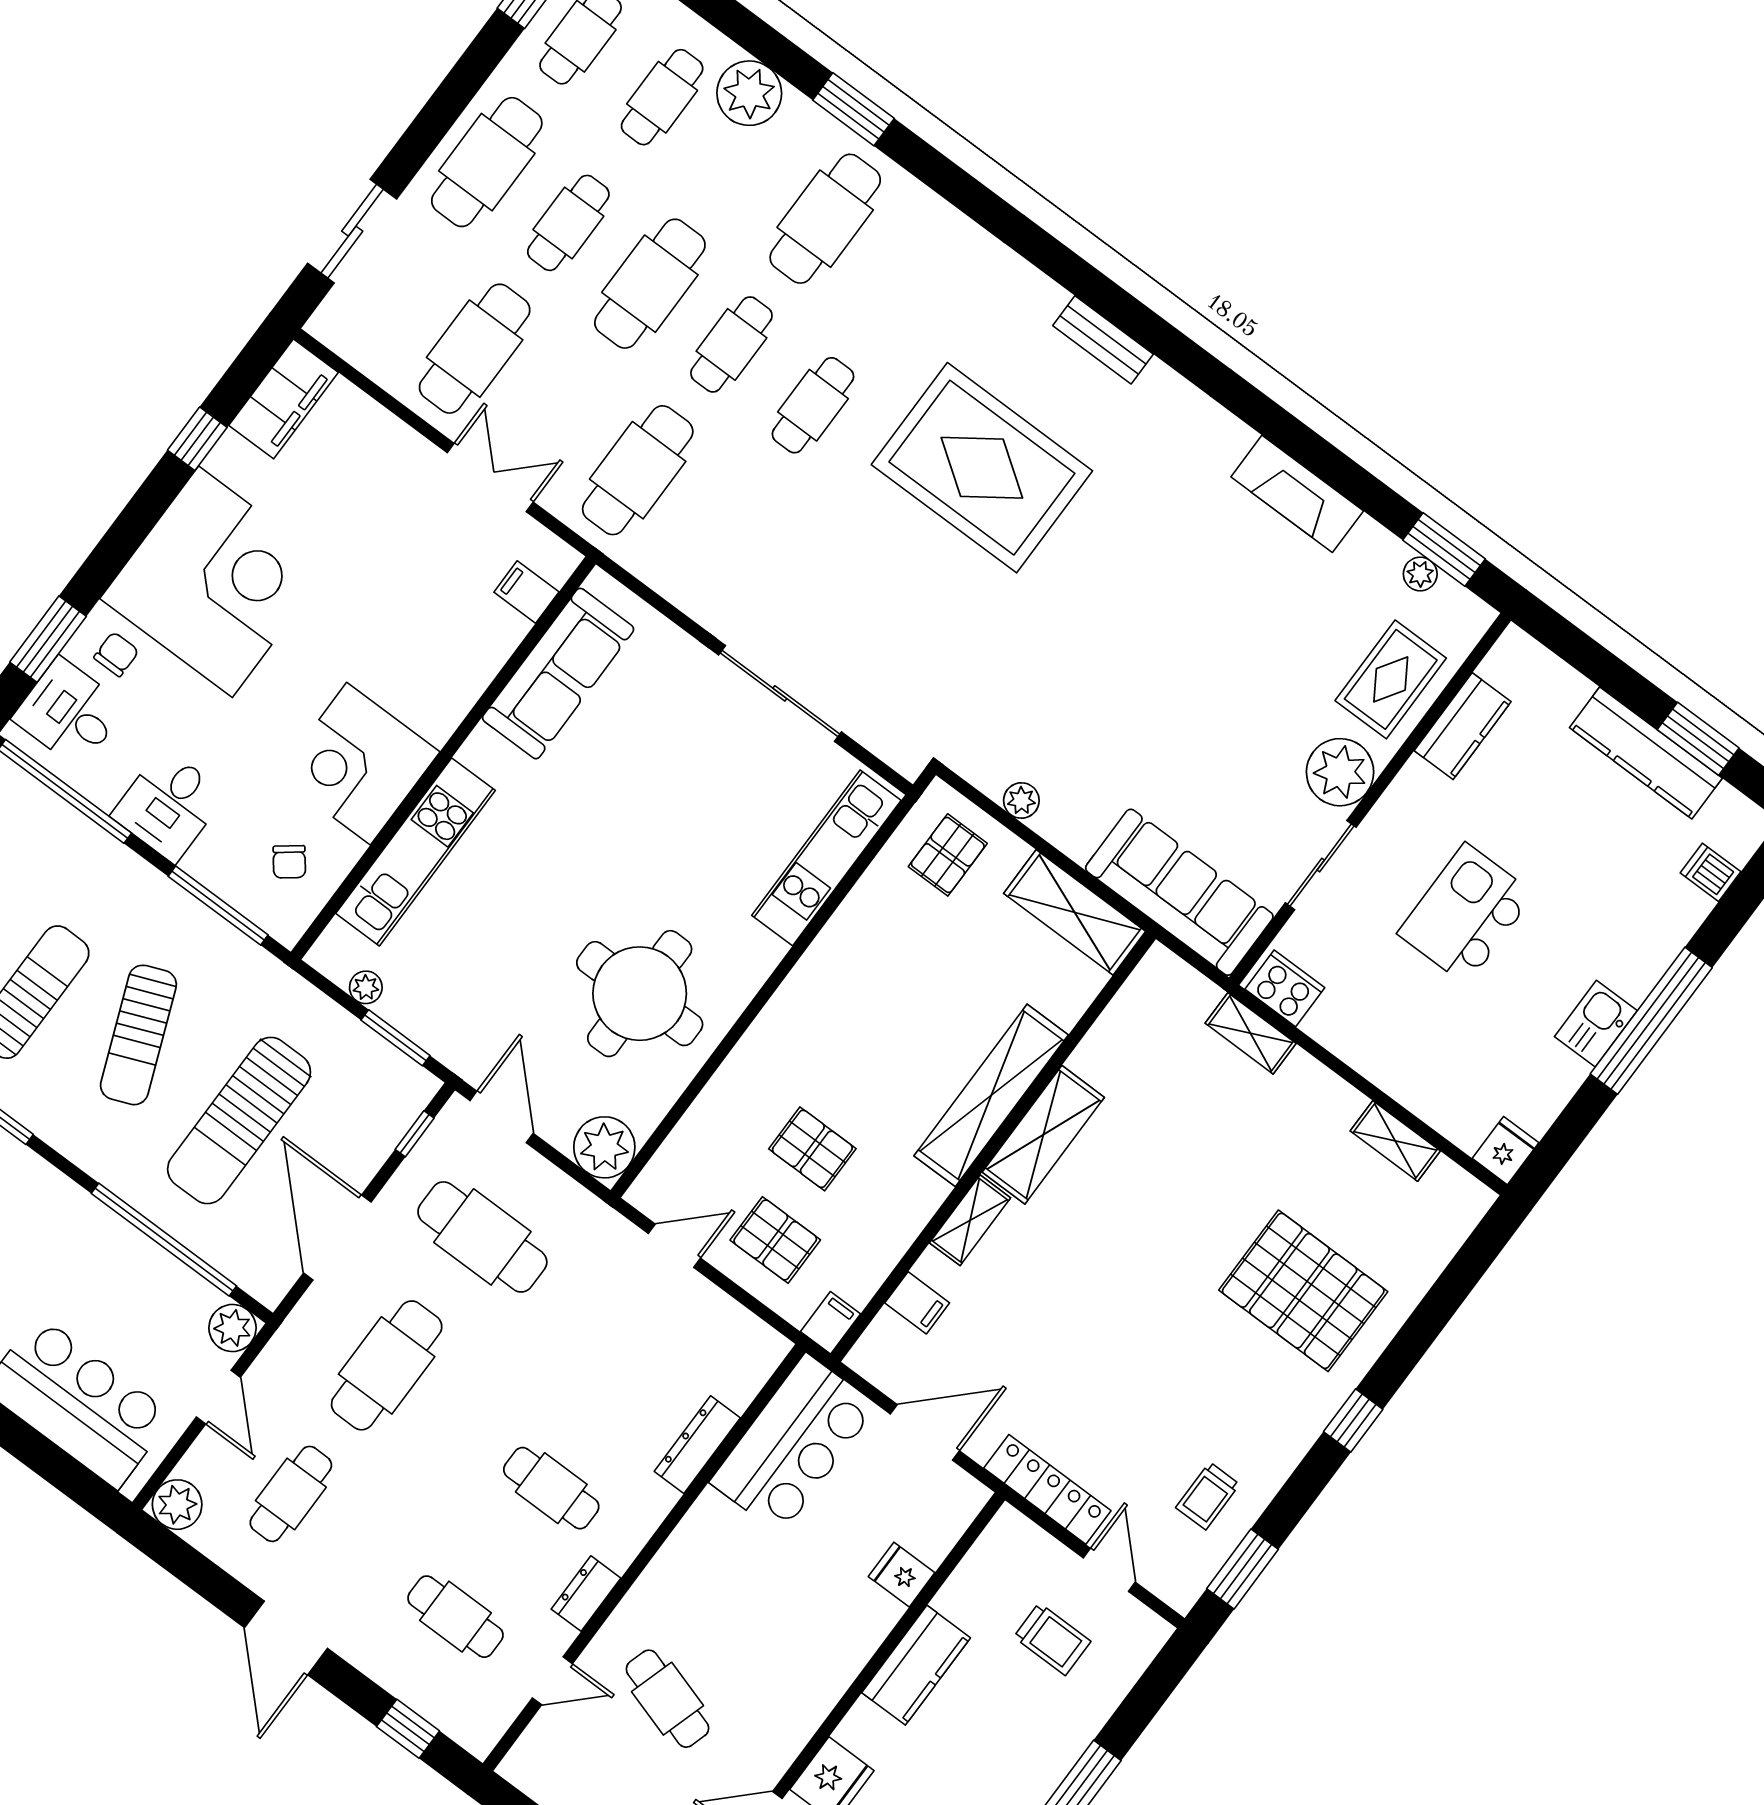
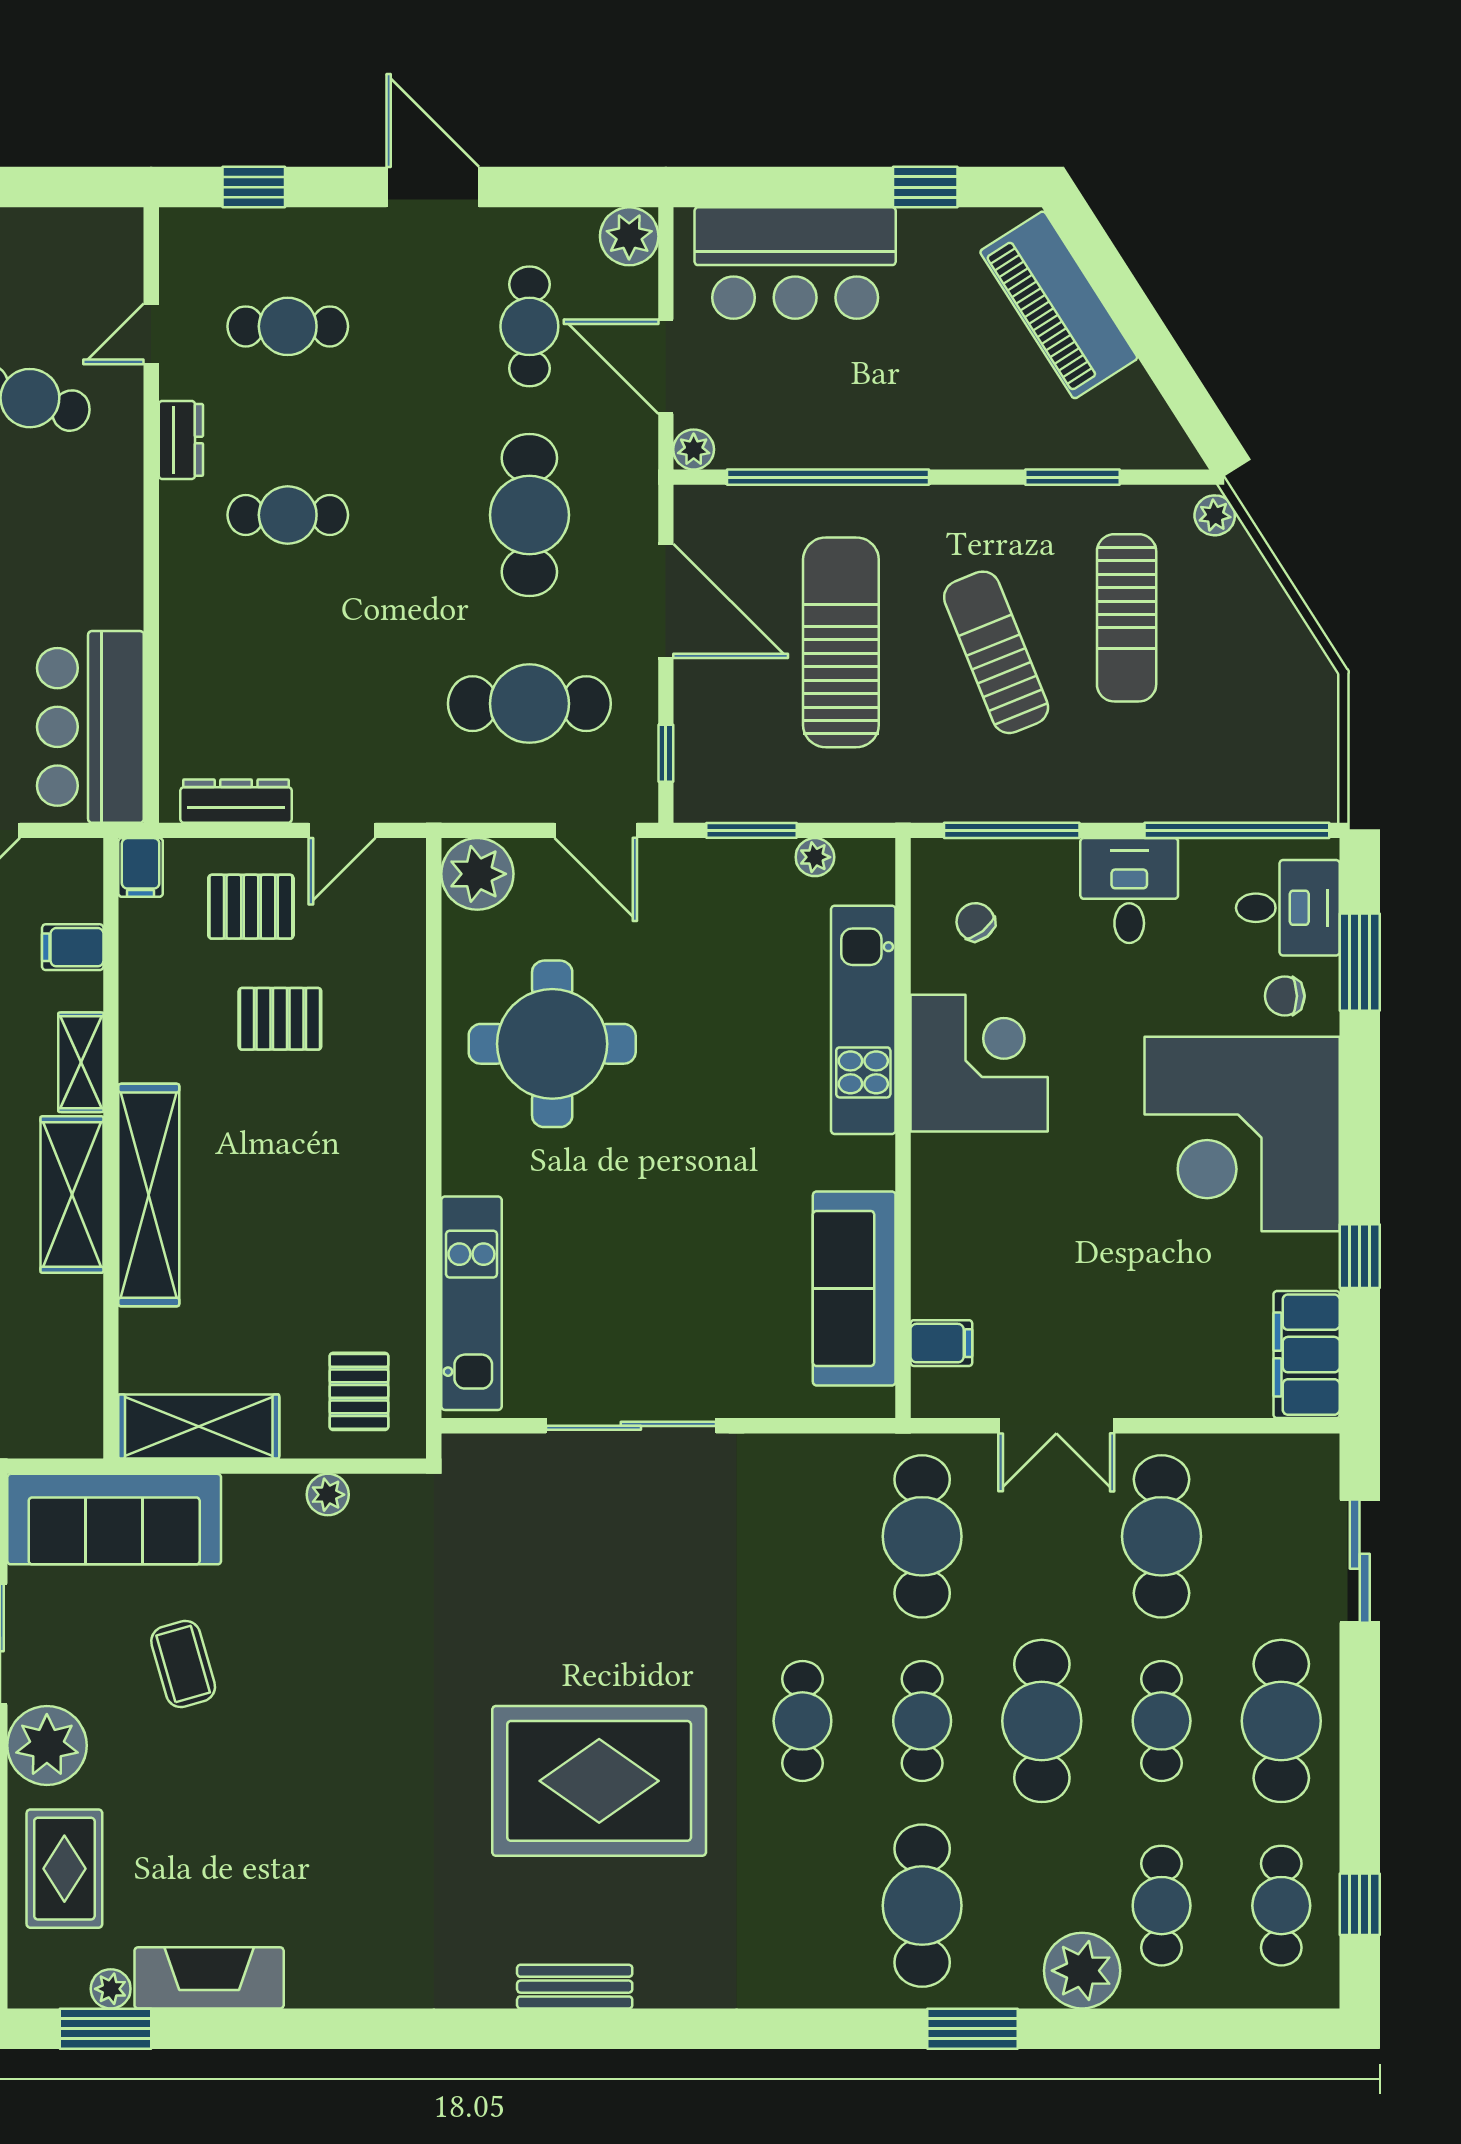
fireplace: (1297, 494) -> (209, 1978), moved
chair: (116, 654) -> (1285, 996), turned 90
coffee table: (1206, 759) -> (183, 1664), added
plant: (233, 1328) -> (694, 449), width x0.73, depth x0.73
door: (218, 1397) -> (666, 367), width x1.38
dresser: (697, 1445) -> (236, 801), moved, turned -90

